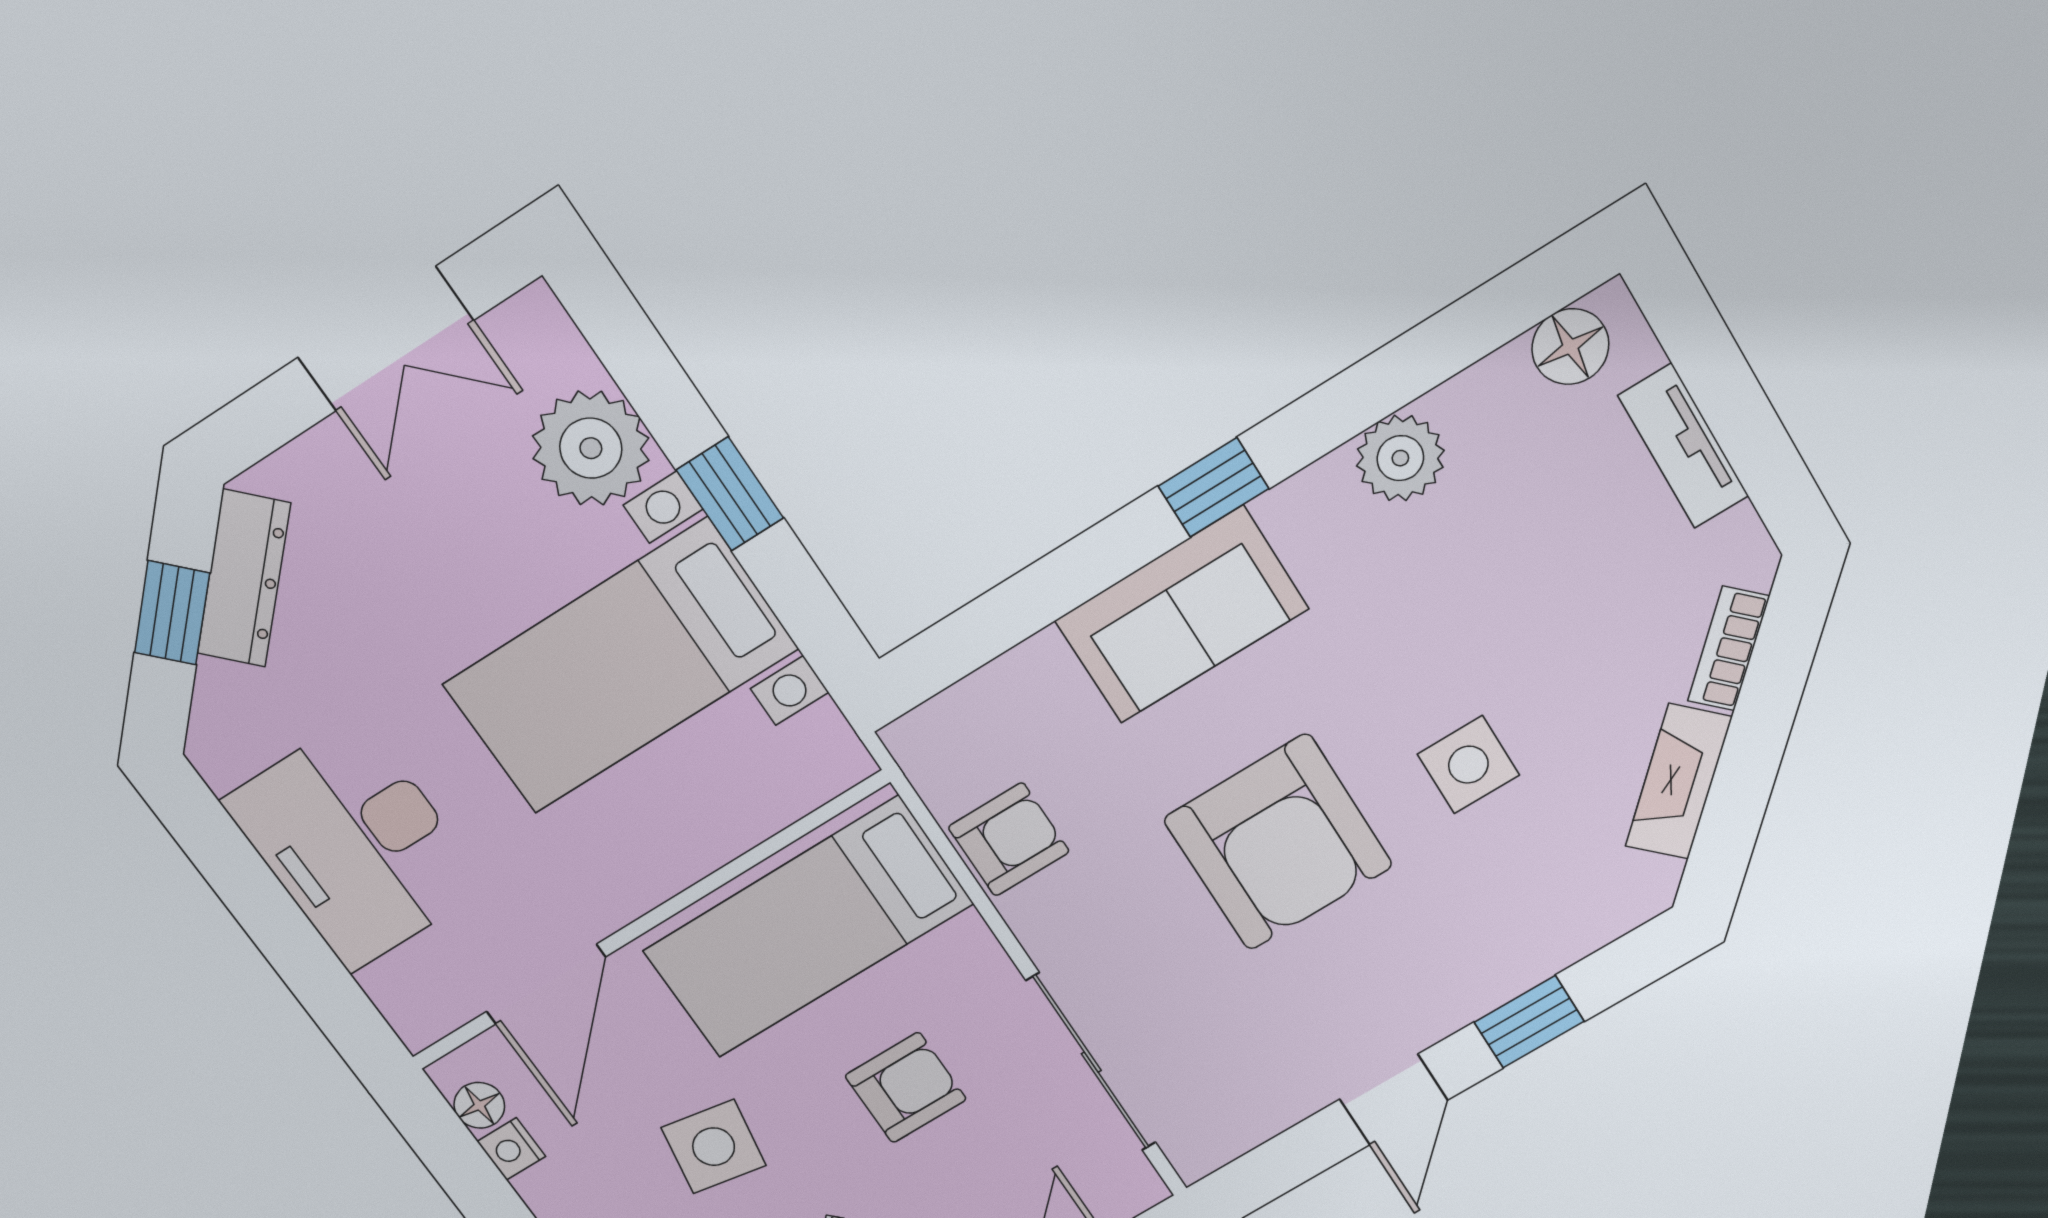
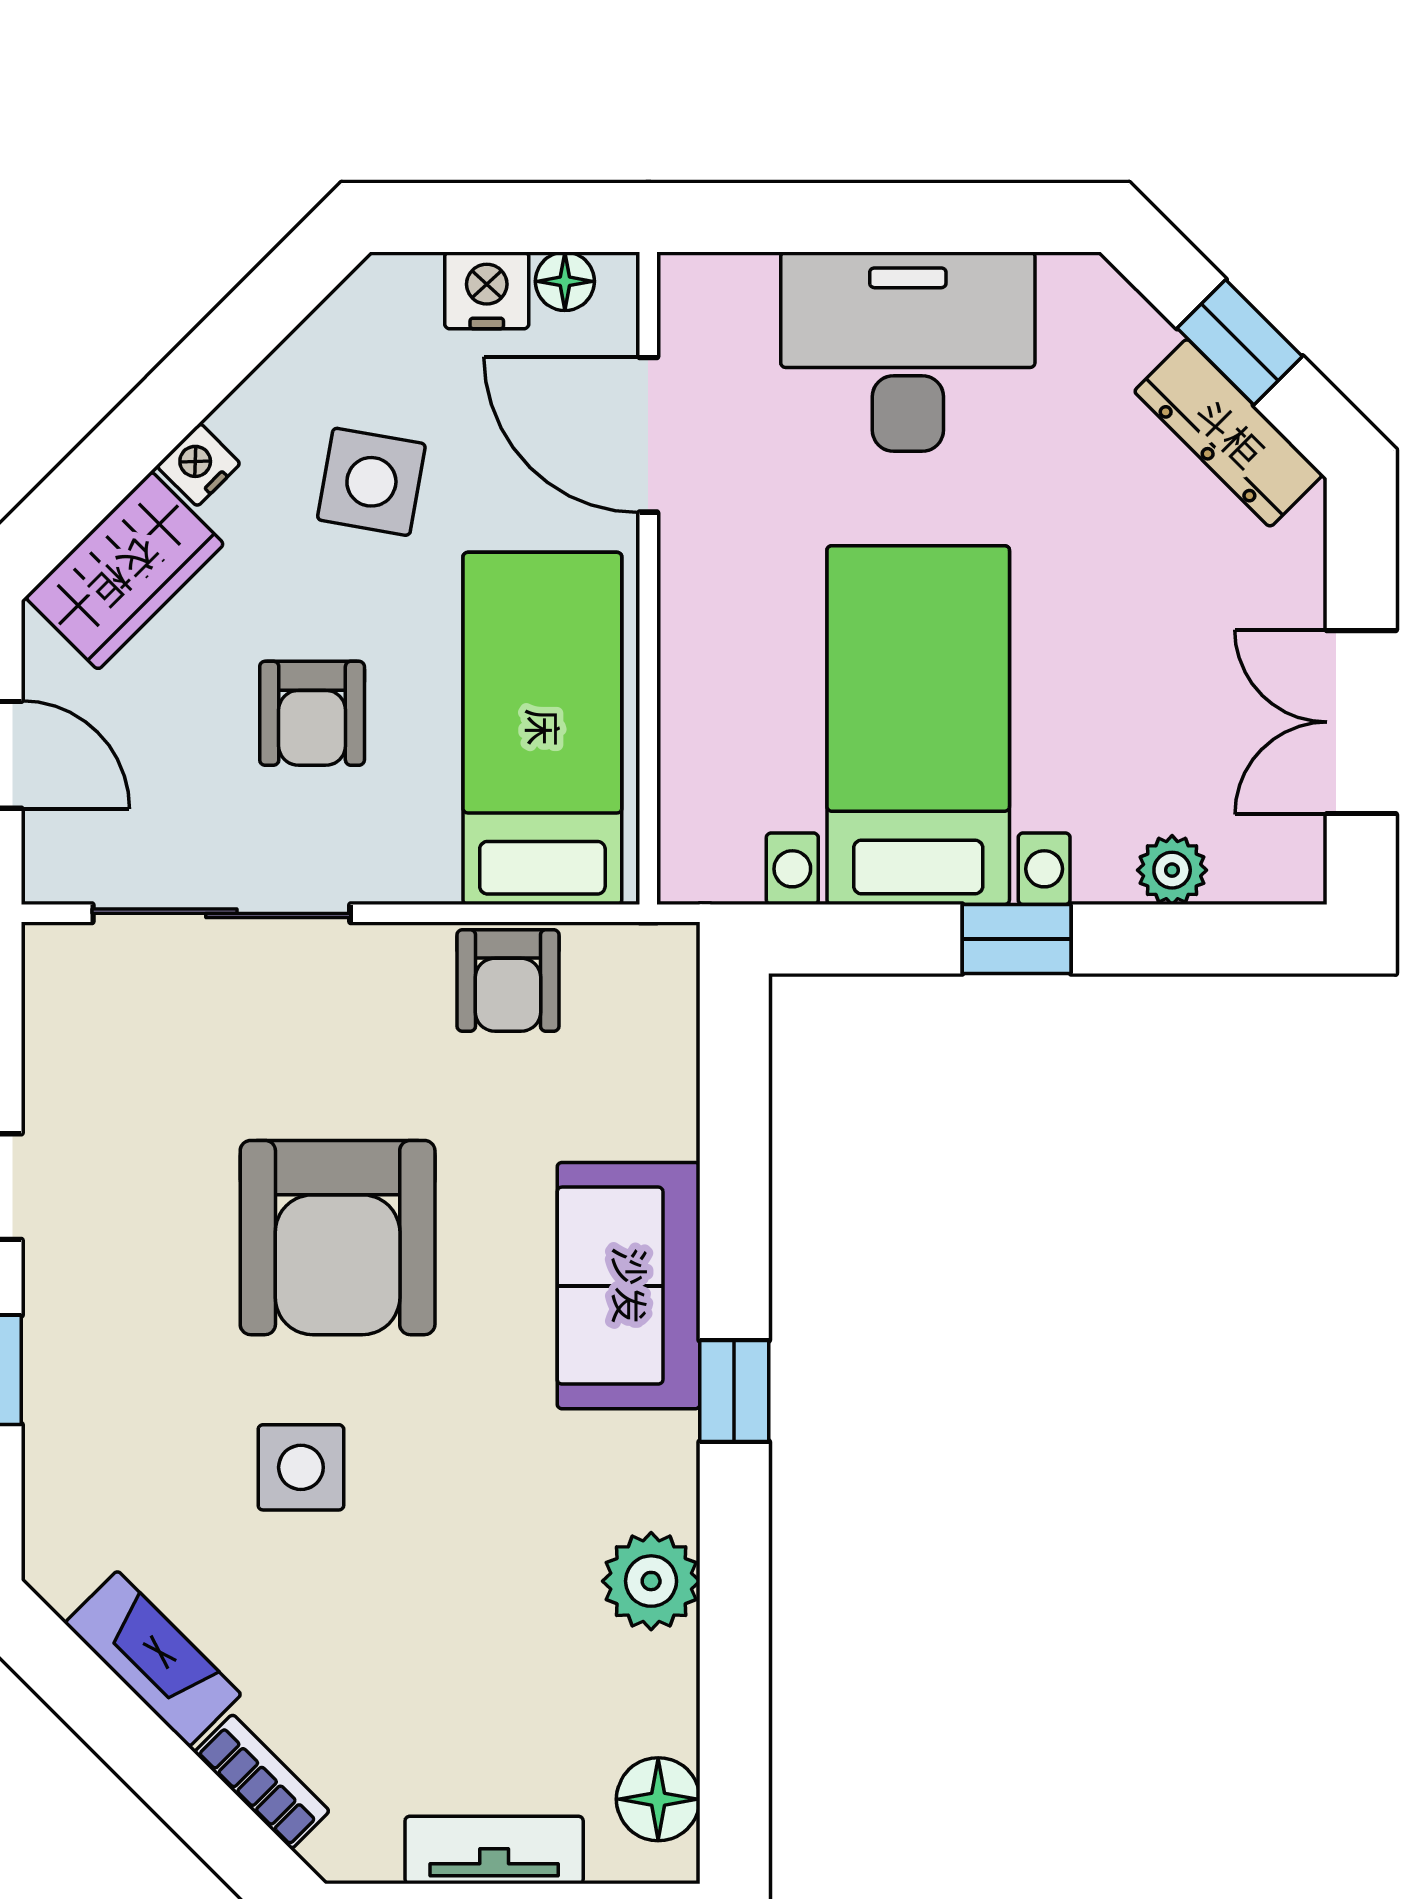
plant: (591, 448) -> (1172, 870), width x0.53, depth x0.53
armchair: (1278, 842) -> (338, 1238), turned -90
nightstand: (511, 1149) -> (487, 290), width x1.39, depth x1.35

